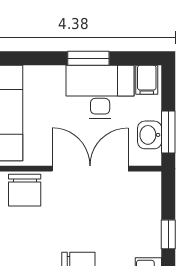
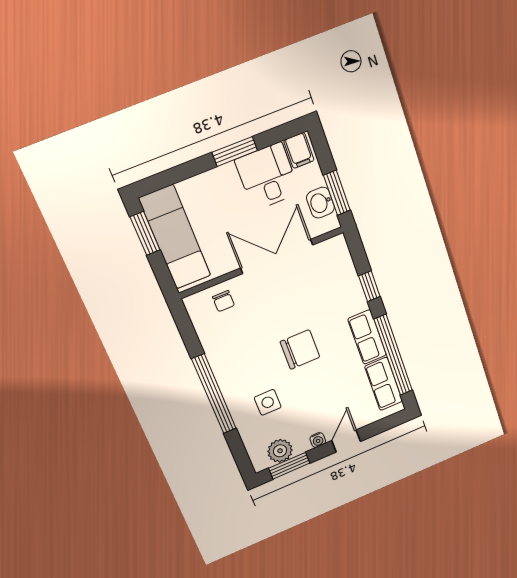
desk: (100, 92) -> (267, 176), width x0.73
chair: (25, 190) -> (223, 301), width x0.54, depth x0.54

